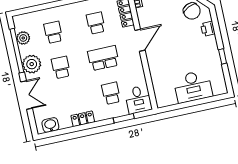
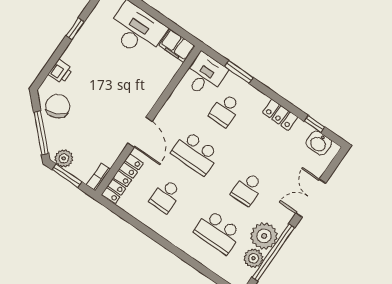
school desk: (53, 32) -> (218, 232), width x1.85
door: (140, 40) -> (140, 132), swing flipped
plant: (32, 64) -> (264, 236), moved
filing cabinet: (166, 99) -> (177, 46), added
window: (62, 132) -> (314, 124), added

